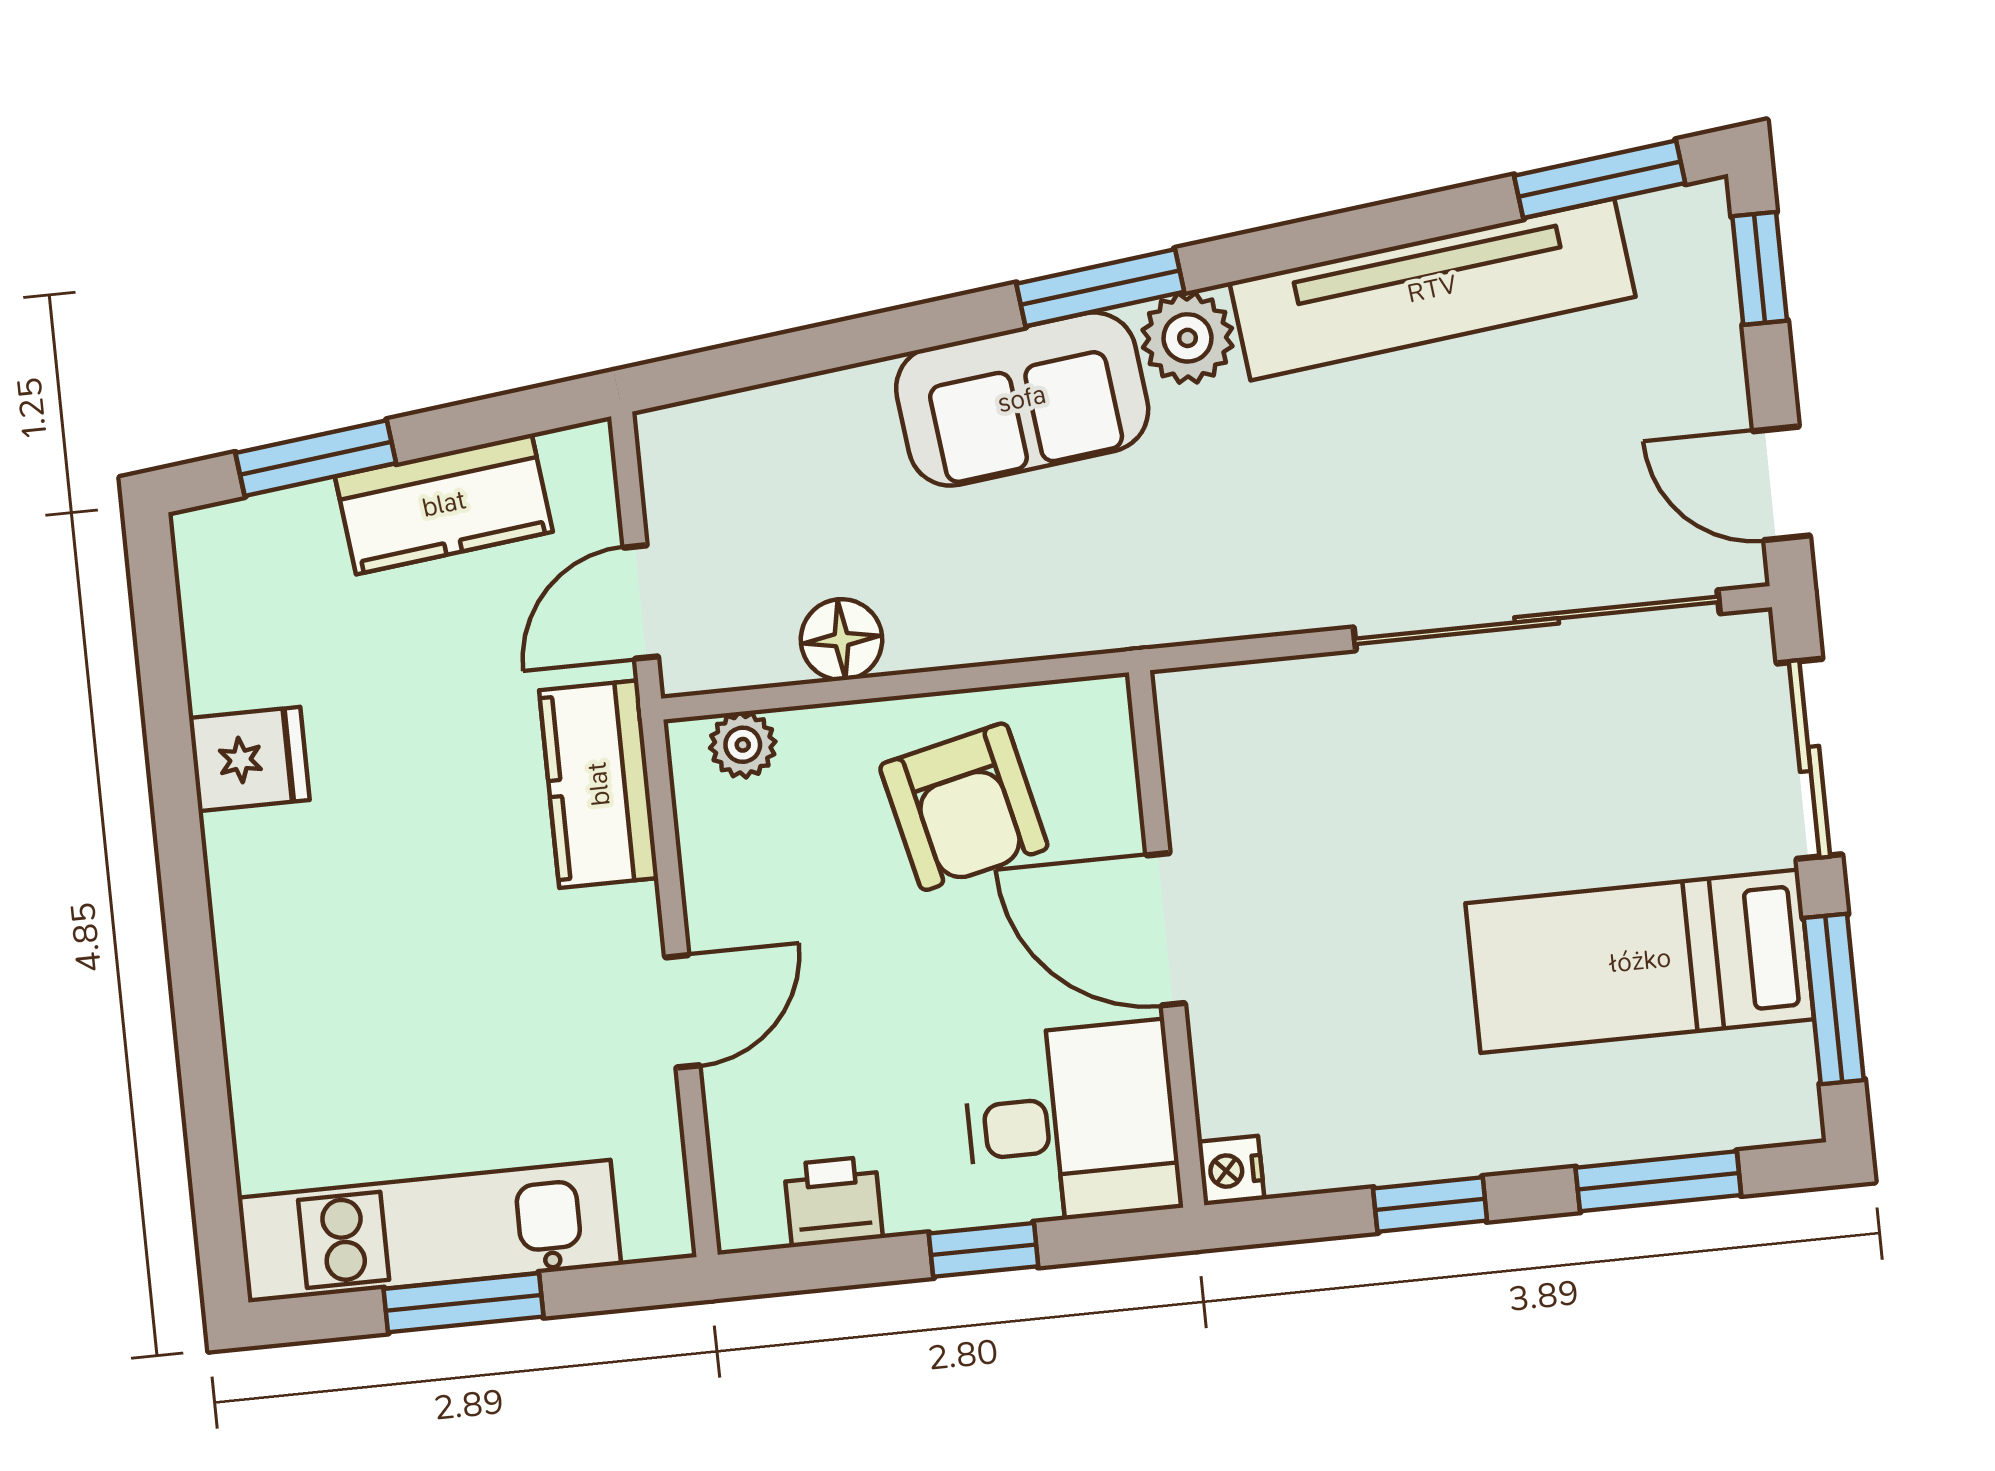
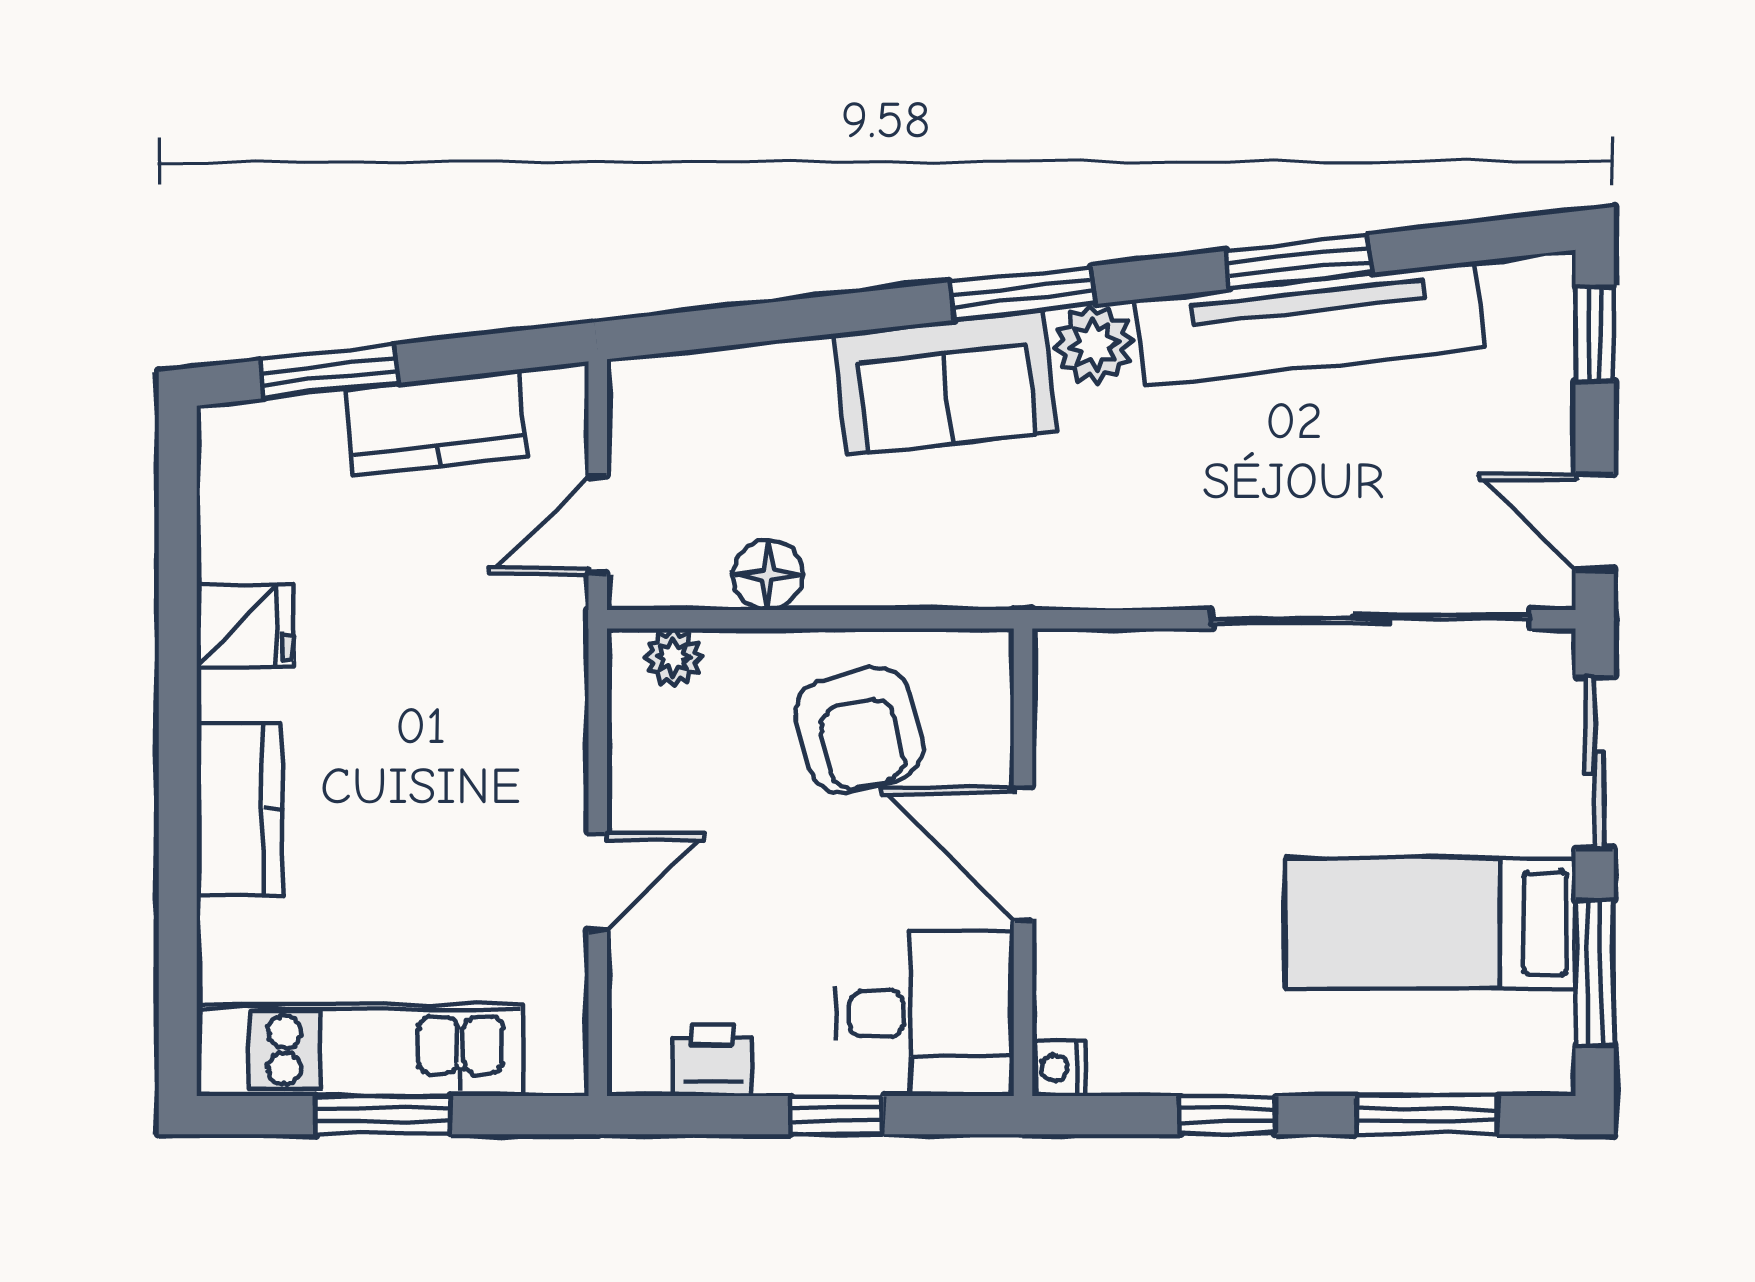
window: (1600, 179) -> (1299, 262), moved
kitchen counter: (599, 784) -> (240, 809), moved, turned 180

